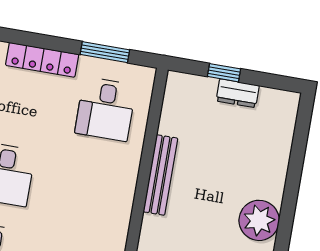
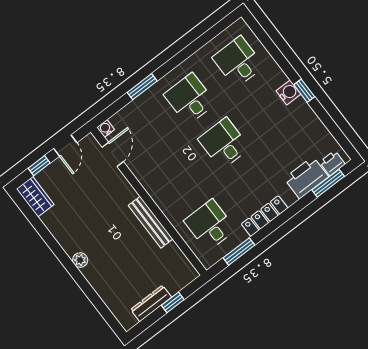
dresser: (238, 93) -> (151, 303), width x1.44
plant: (259, 220) -> (80, 260), width x0.53, depth x0.53

